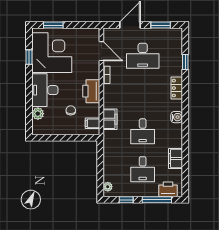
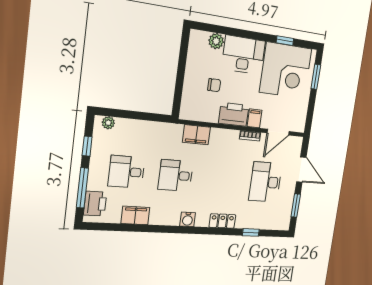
filing cabinet: (92, 123) -> (255, 118), moved

